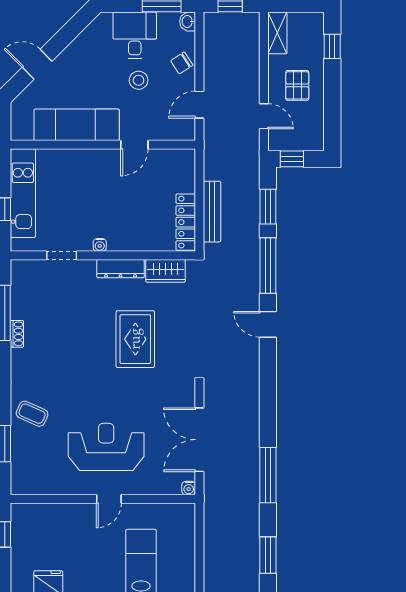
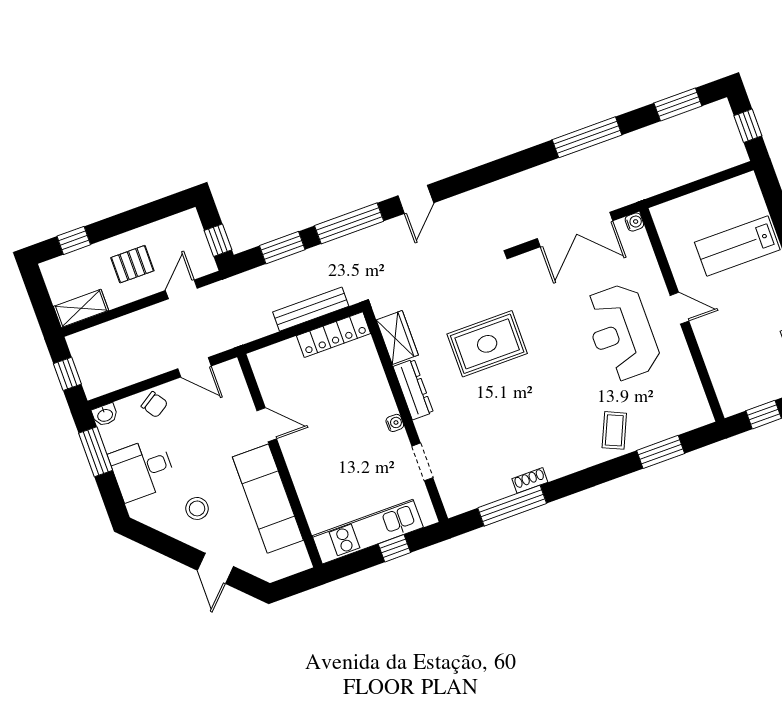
stool: (139, 80) -> (197, 508), moved

